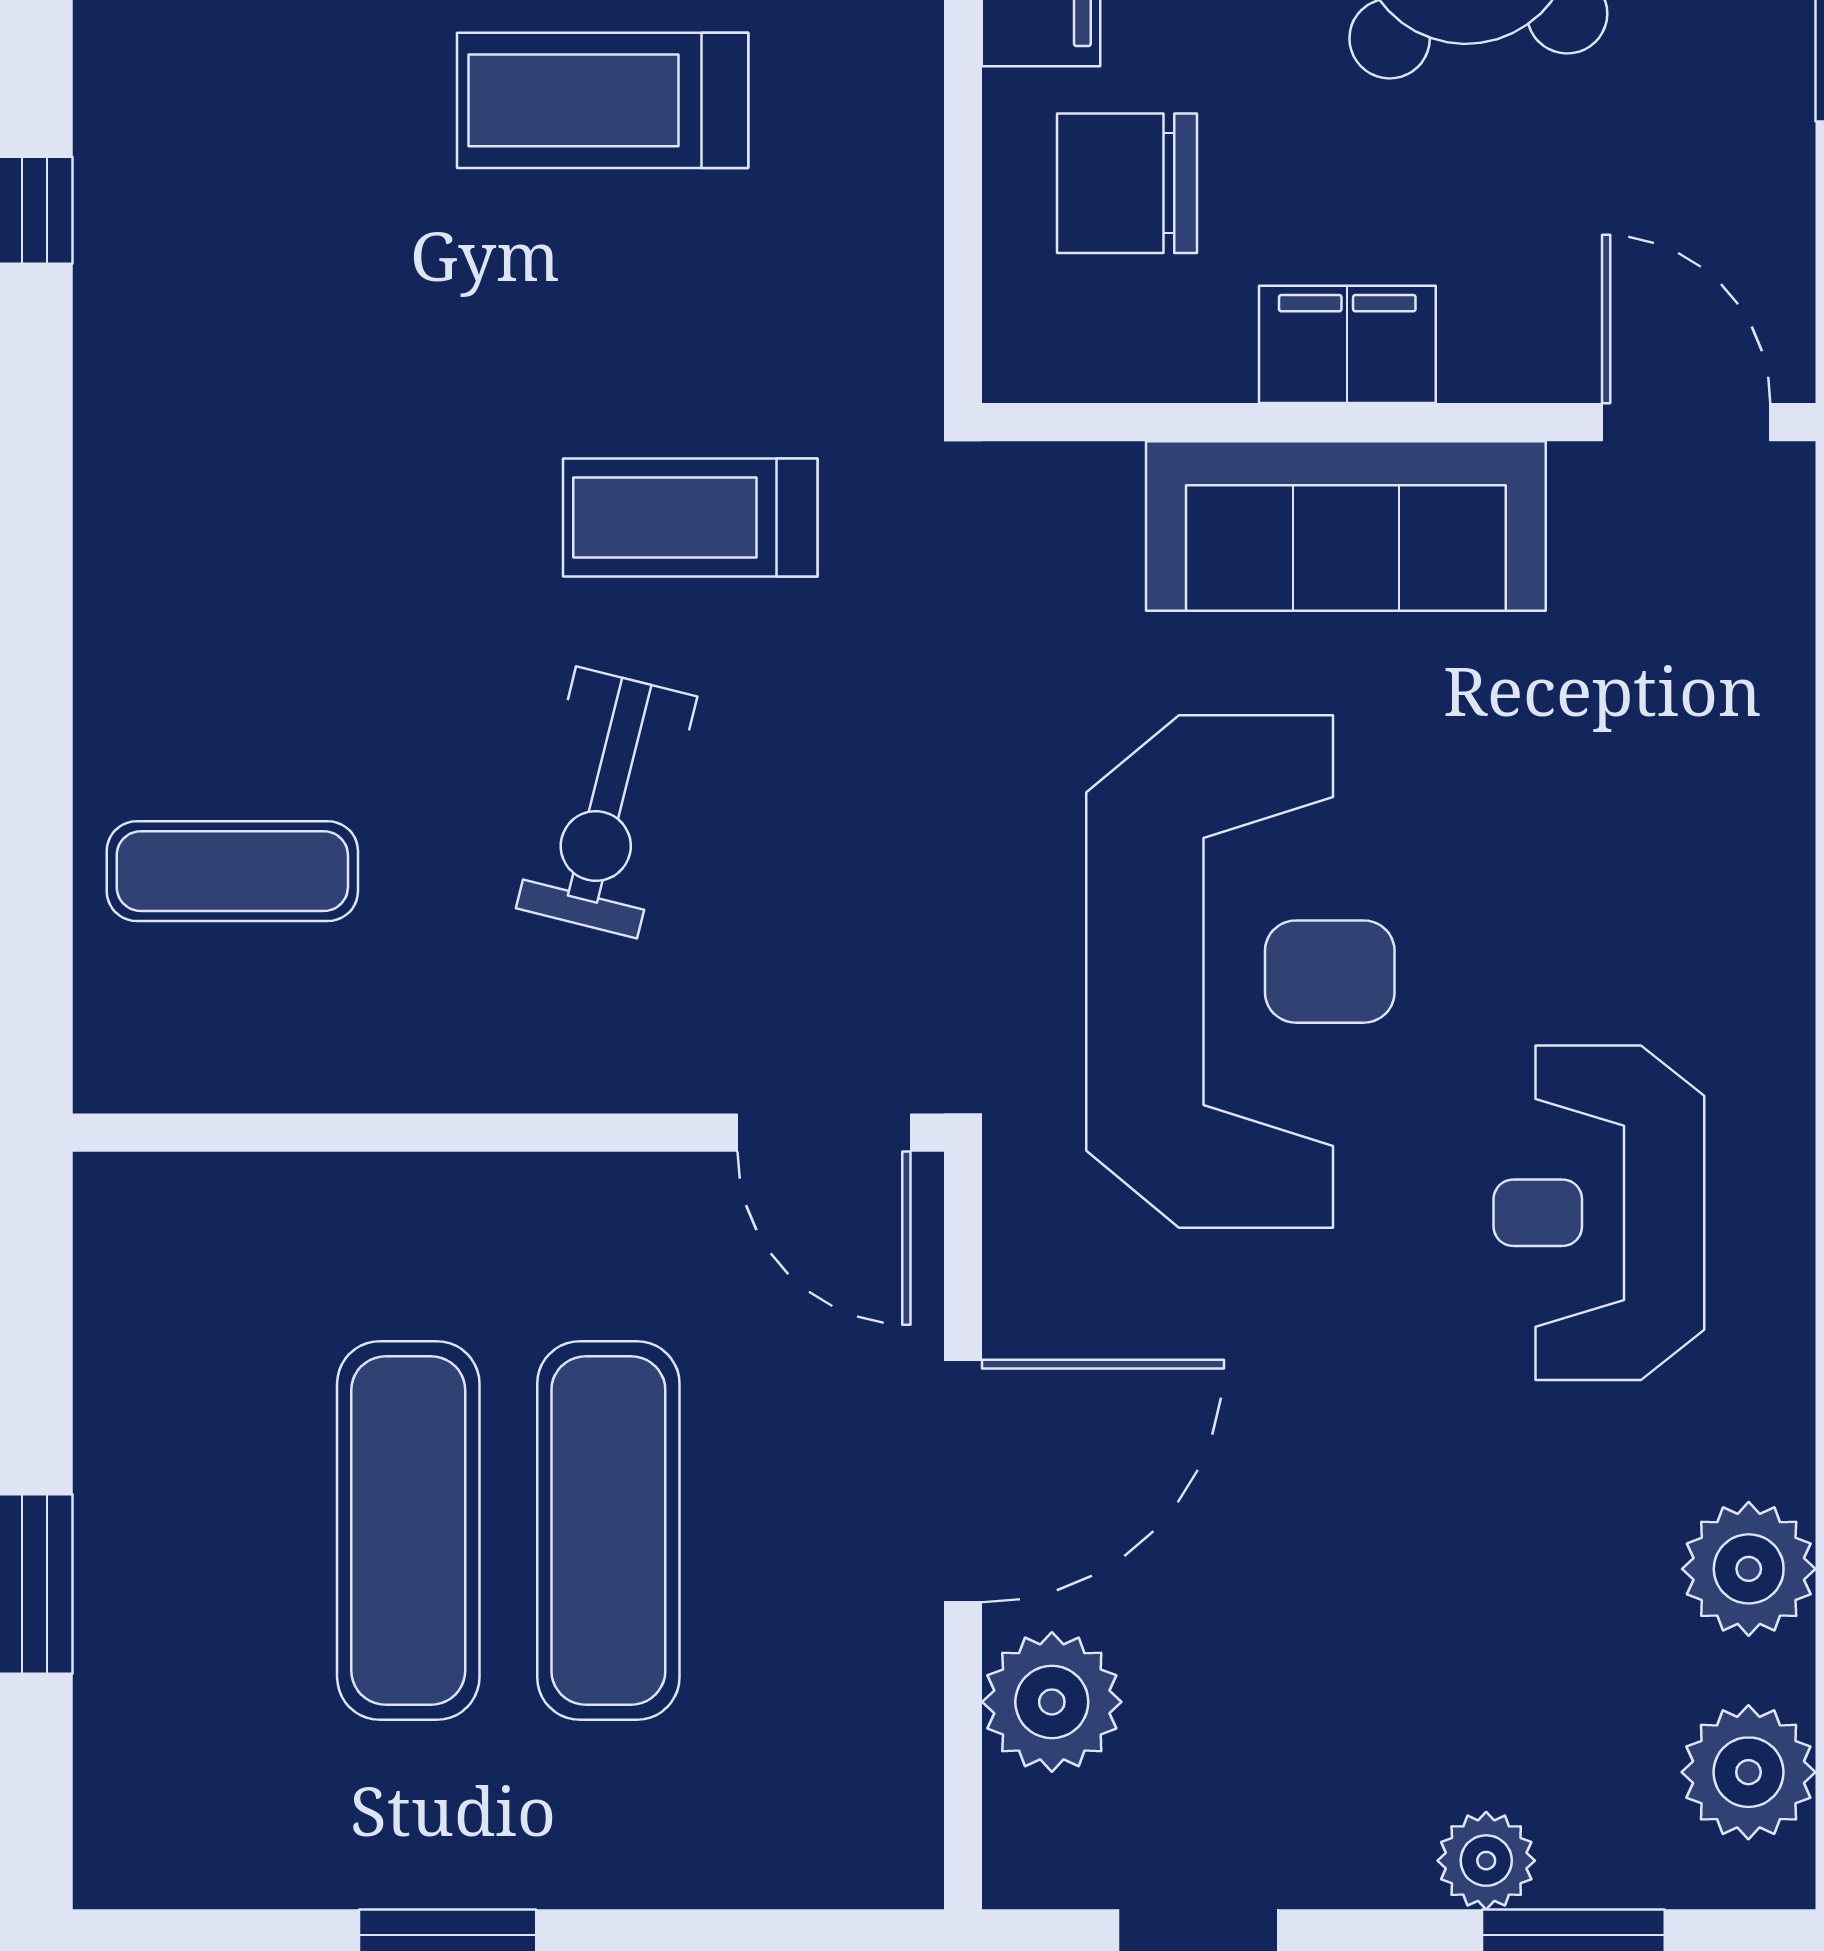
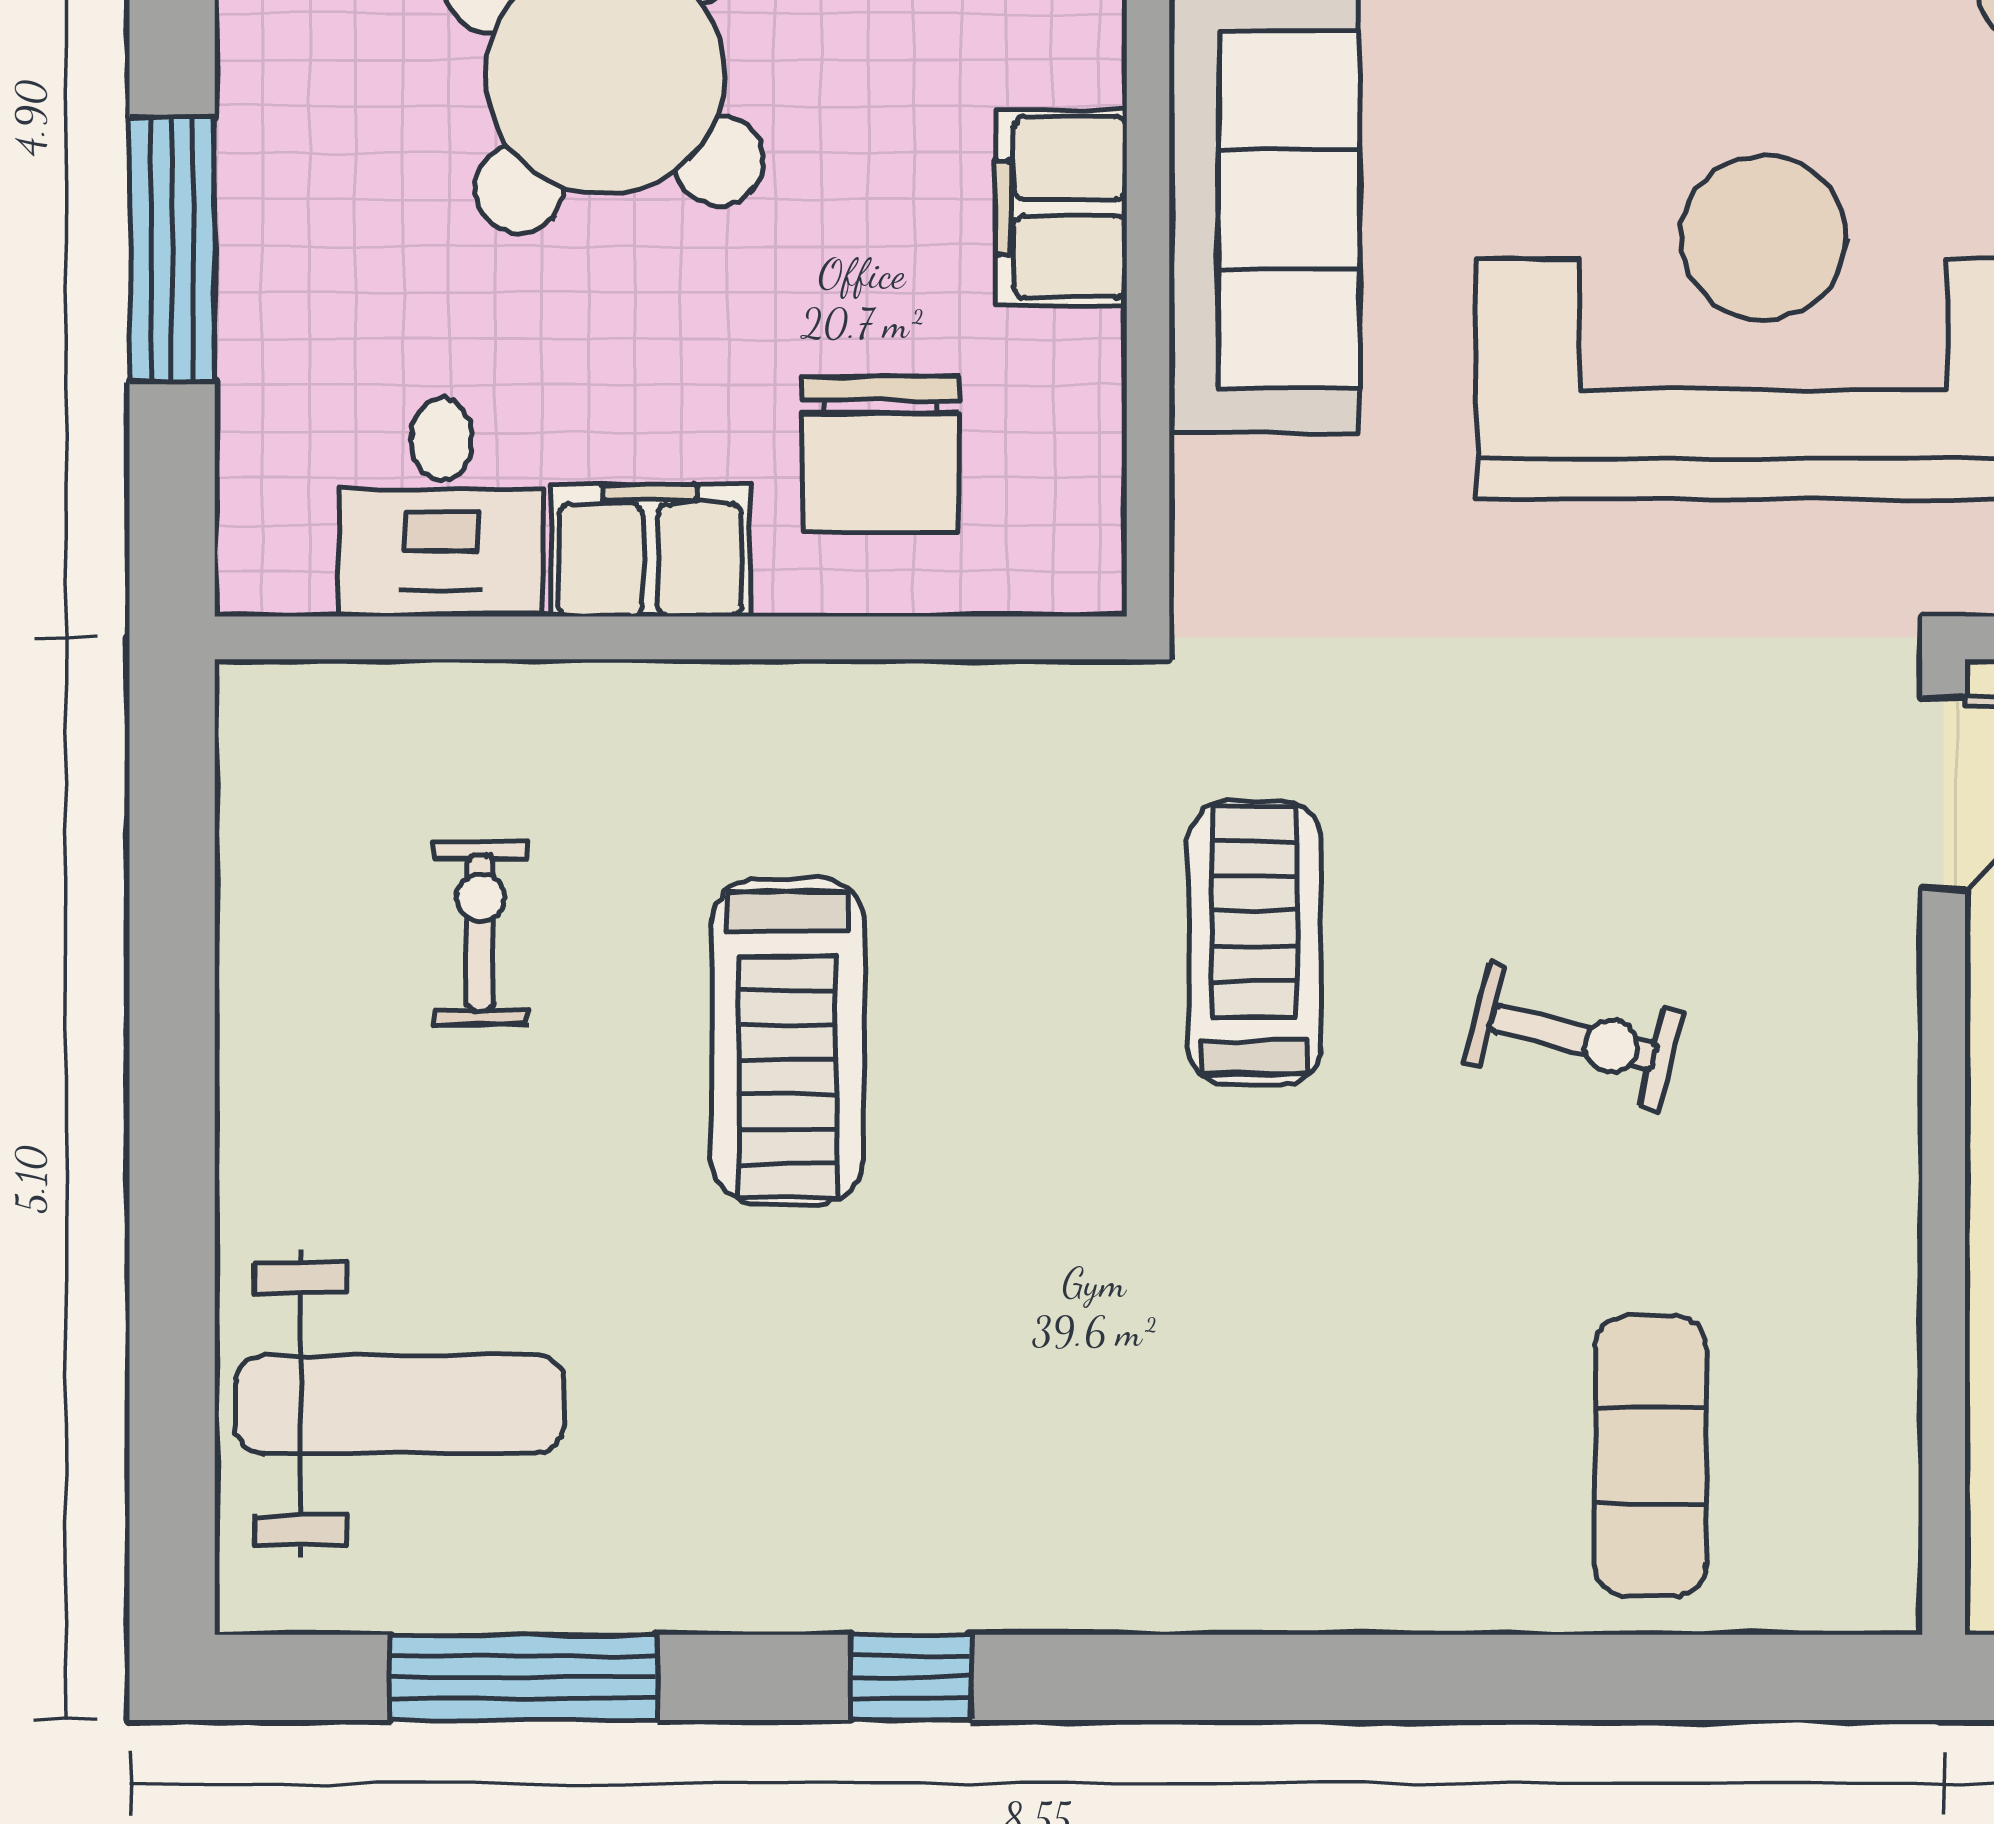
treadmill: (690, 517) -> (1255, 943), turned 180
exercise bike: (607, 802) -> (1574, 1037), width x0.73, depth x0.72

